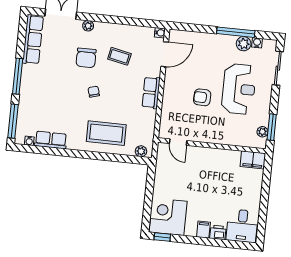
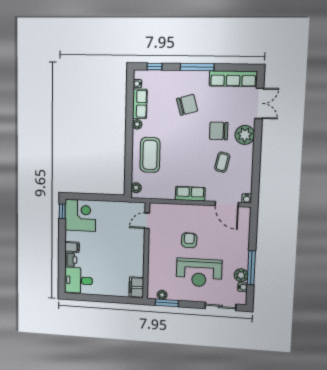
plant: (88, 26) -> (245, 135), width x1.88, depth x1.88
chair: (94, 92) -> (187, 105), moved, width x1.87, depth x1.87
window: (13, 121) -> (155, 67), width x0.46
plant: (72, 145) -> (137, 124), added

